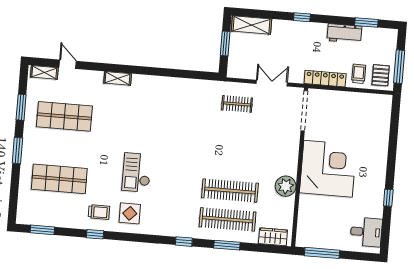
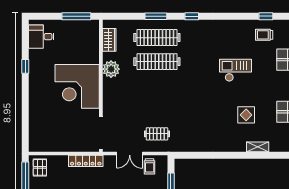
trolley: (359, 74) -> (150, 166), moved
checkout: (137, 172) -> (236, 70), turned -90
display table: (130, 213) -> (246, 115), moved
wardrobe: (273, 237) -> (109, 40), moved, turned -90

